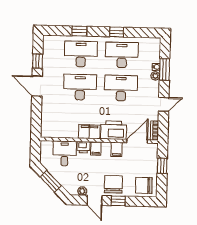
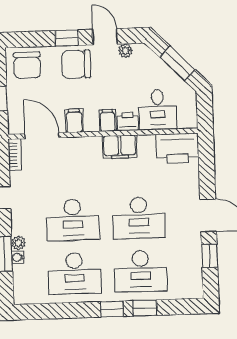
window: (117, 32) -> (112, 309), moved
printer: (114, 130) -> (177, 148), moved
door: (137, 141) -> (42, 136), swing flipped
chair: (113, 184) -> (76, 64), turned 90
chair: (144, 185) -> (27, 65), turned 90

